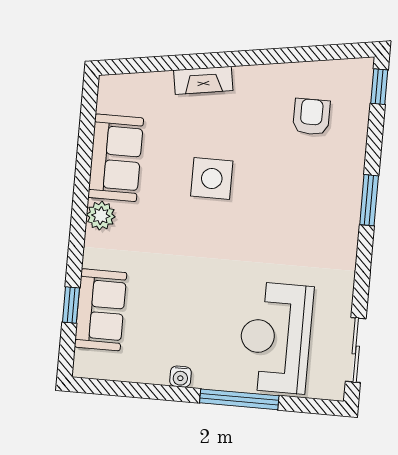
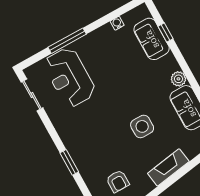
fireplace: (203, 80) -> (168, 167), width x1.37, depth x1.32
reception desk: (276, 338) -> (69, 77), turned 180
water cooler: (180, 377) -> (117, 23), moved

